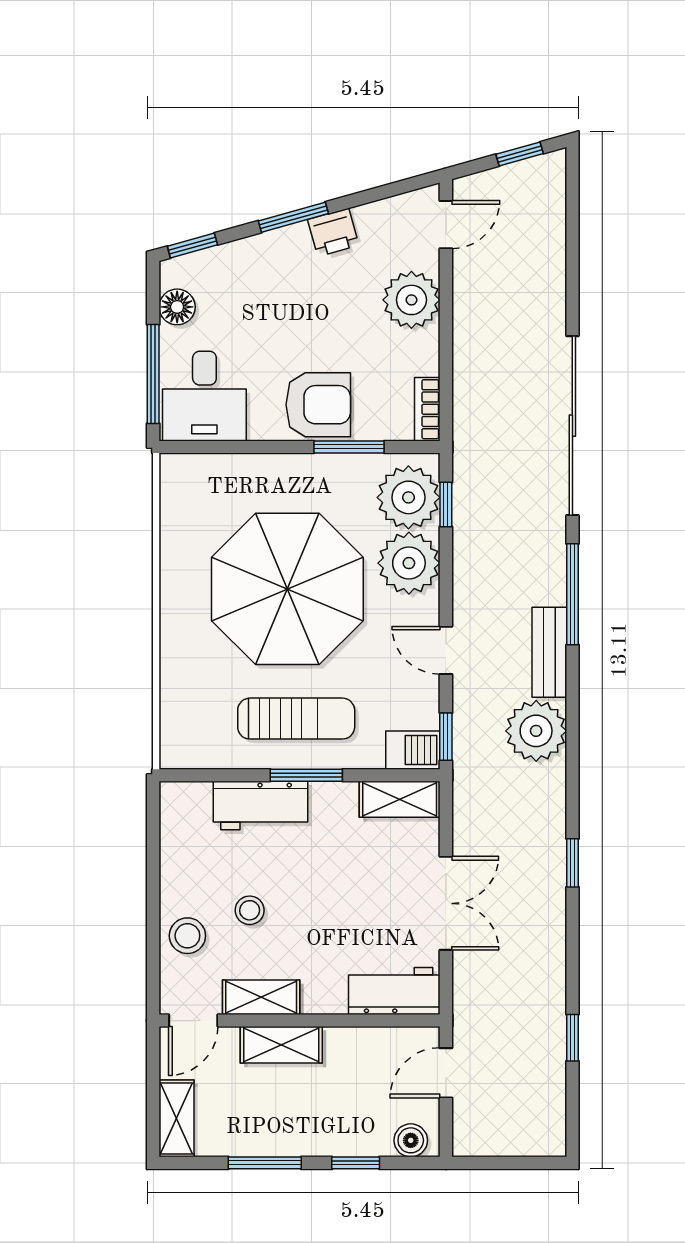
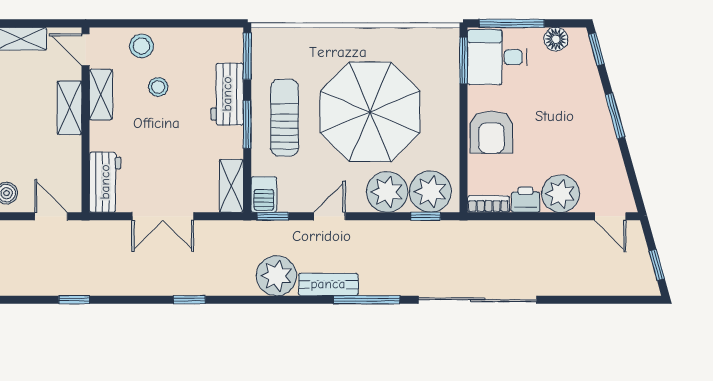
printer: (333, 232) -> (526, 200), moved, turned 106
window: (349, 447) -> (464, 60), moved
sun lounger: (296, 719) -> (285, 118), turned 180
window: (203, 775) -> (247, 56), added

